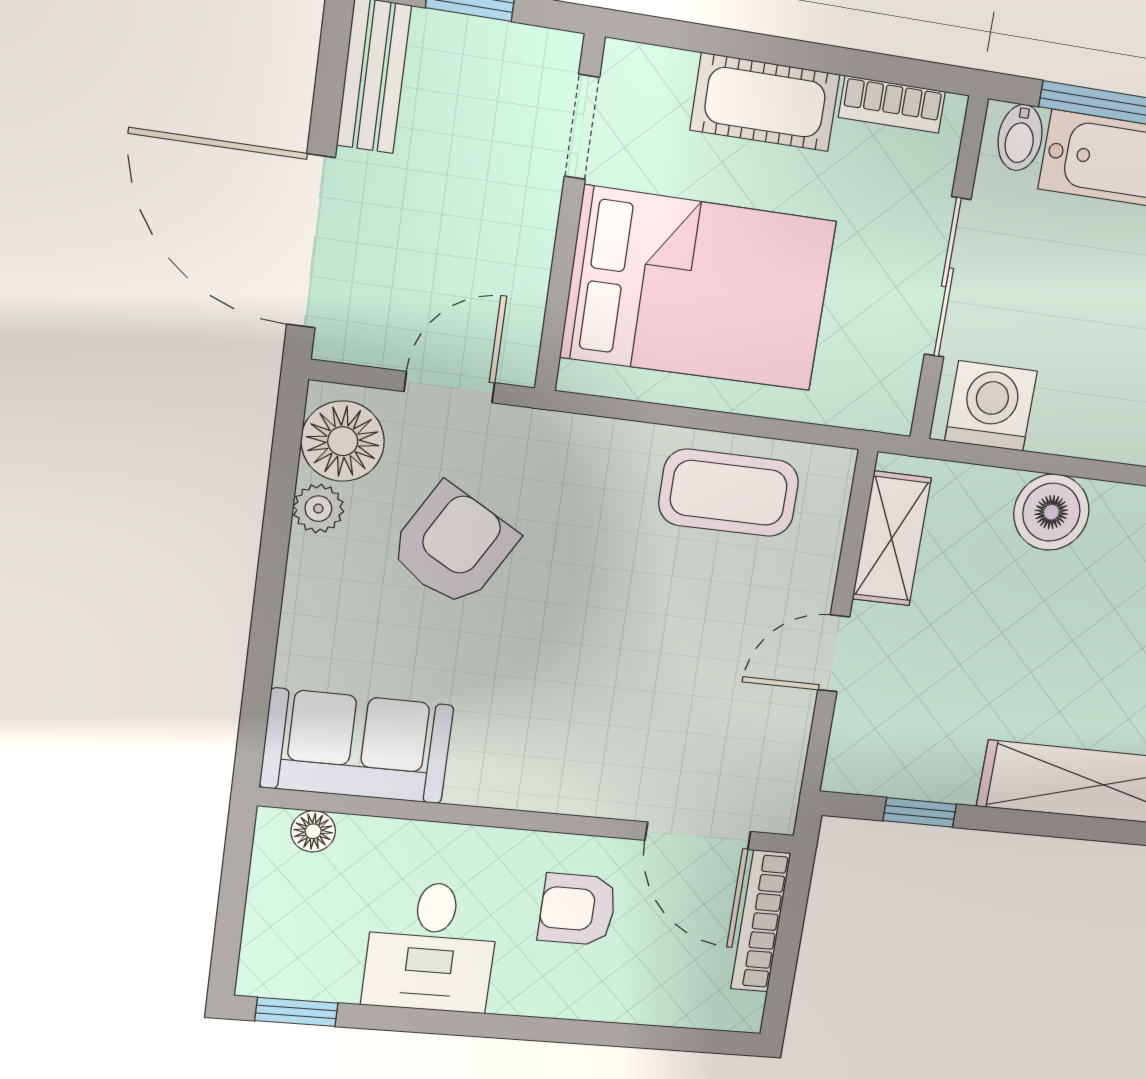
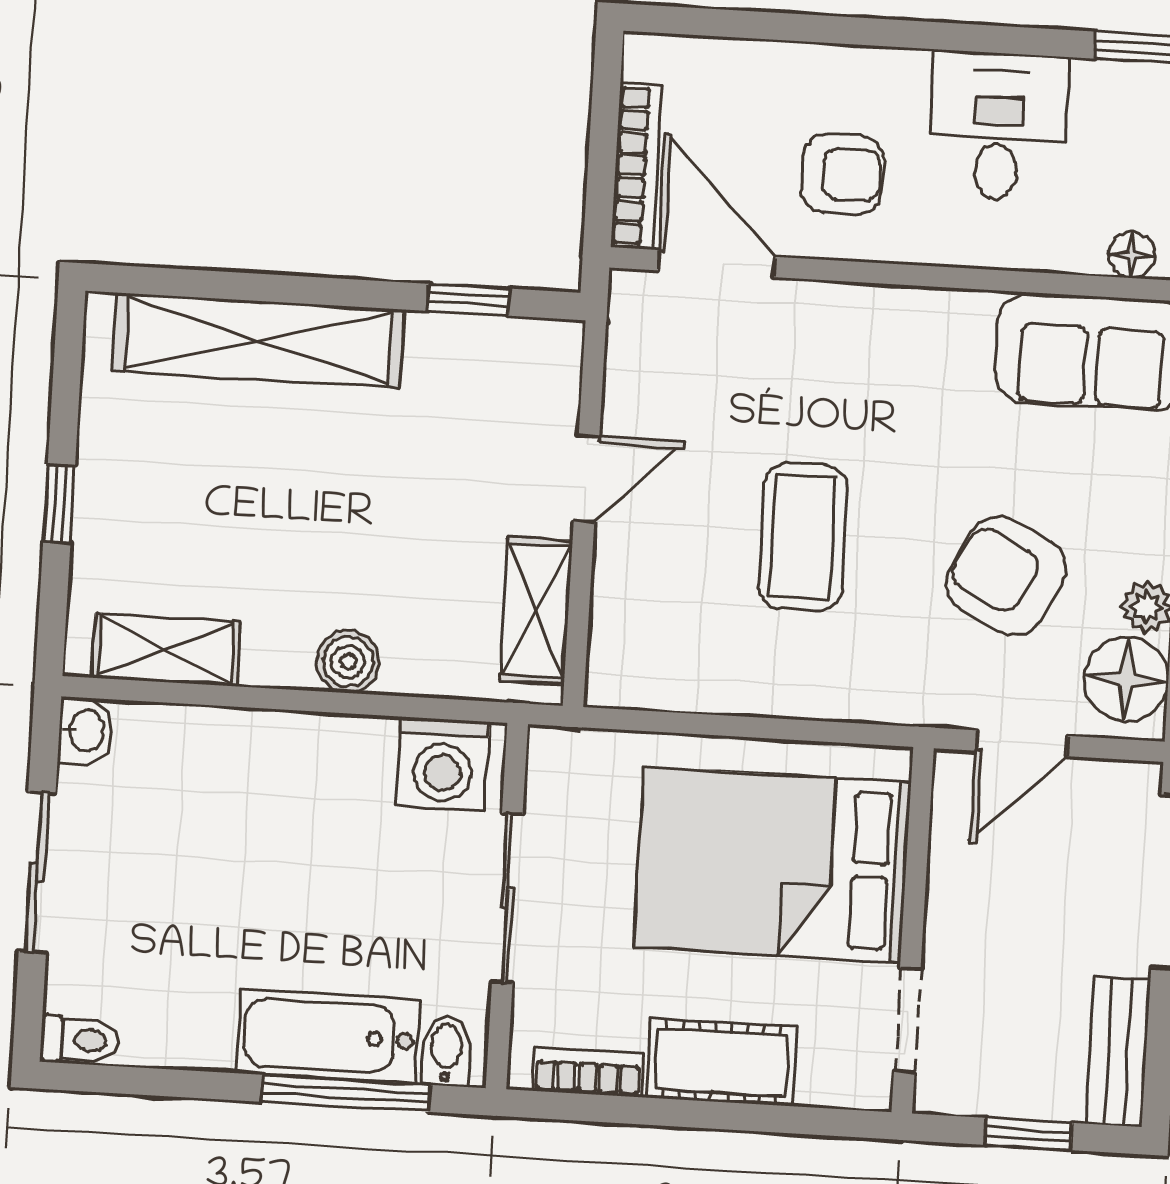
coffee table: (729, 493) -> (803, 537), moved, turned 90
boiler: (1051, 512) -> (348, 662), width x0.73, depth x0.73
armchair: (453, 545) -> (1006, 576), turned 87

